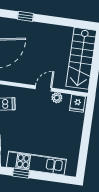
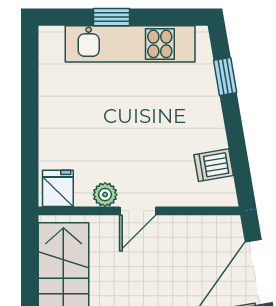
window: (21, 173) -> (111, 17), moved

